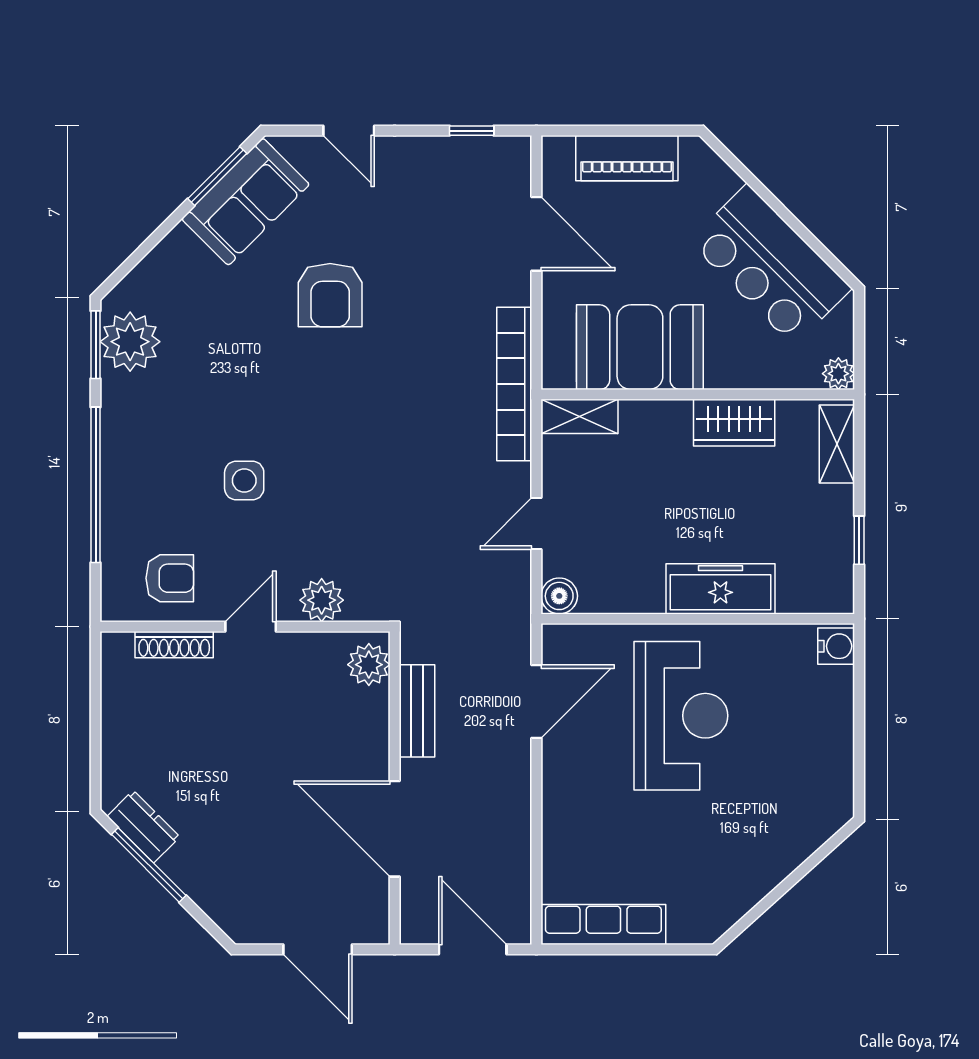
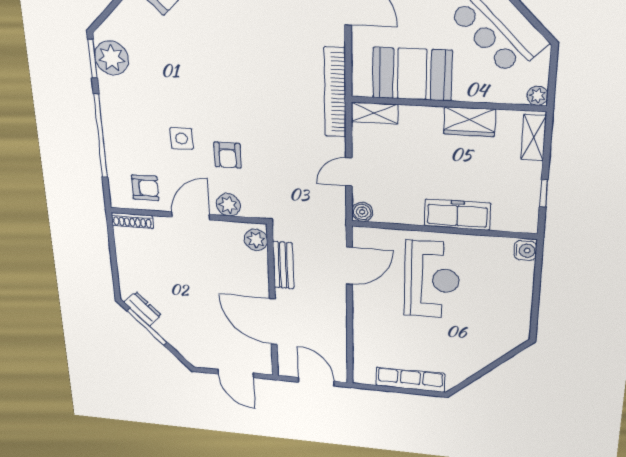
armchair: (330, 295) -> (227, 155), moved, width x0.72, depth x0.72
door: (251, 627) -> (191, 216), width x1.38
shoe rack: (174, 645) -> (132, 221), moved
row of seats: (603, 925) -> (410, 380), moved

